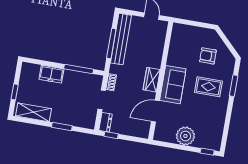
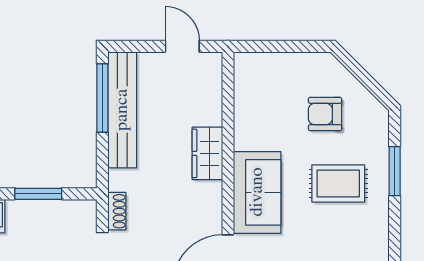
window: (111, 44) -> (102, 98), moved
window: (79, 69) -> (38, 194), width x0.69
wardrobe: (152, 80) -> (207, 153), moved

